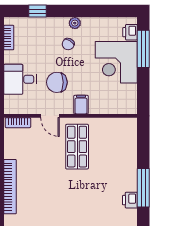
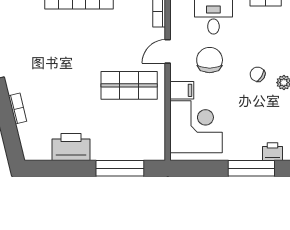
corner desk: (116, 62) -> (196, 127), moved, turned 90
window: (143, 188) -> (120, 168), moved
printer: (130, 200) -> (71, 147), width x1.87, depth x1.48

